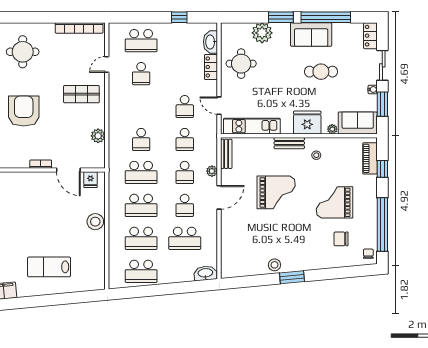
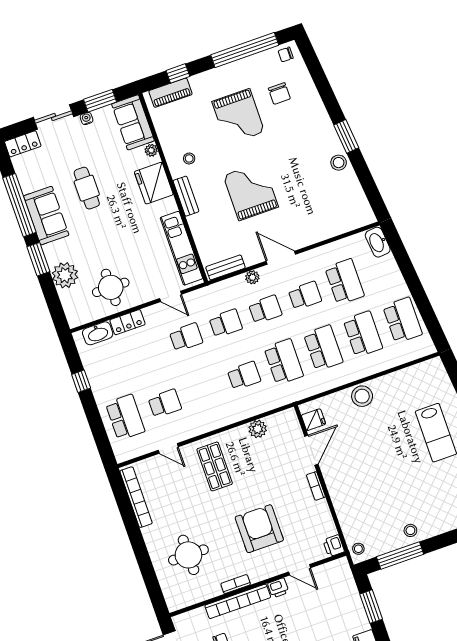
door: (219, 106) -> (171, 296), hinge flipped
armchair: (24, 111) -> (259, 529), turned 90

